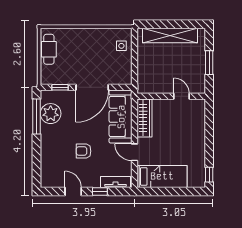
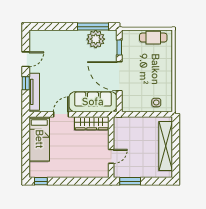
window: (209, 63) -> (130, 181), moved
armchair: (84, 151) -> (62, 69), removed
tv unit: (115, 182) -> (34, 92), width x1.41

